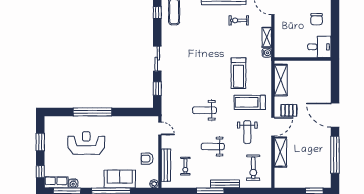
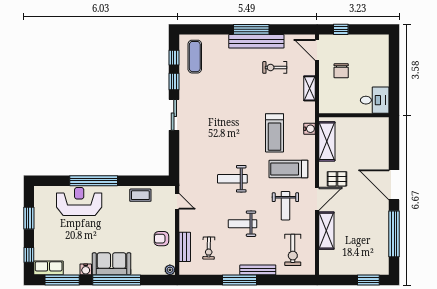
chair: (317, 19) -> (341, 71), moved
water cooler: (267, 53) -> (310, 129), moved
window: (157, 89) -> (174, 81), moved
coffee table: (130, 124) -> (140, 195), added
reception desk: (86, 143) -> (79, 201), moved
bench: (166, 165) -> (185, 247), width x0.73
sofa: (120, 179) -> (112, 264), moved
water cooler: (73, 183) -> (86, 269), moved

